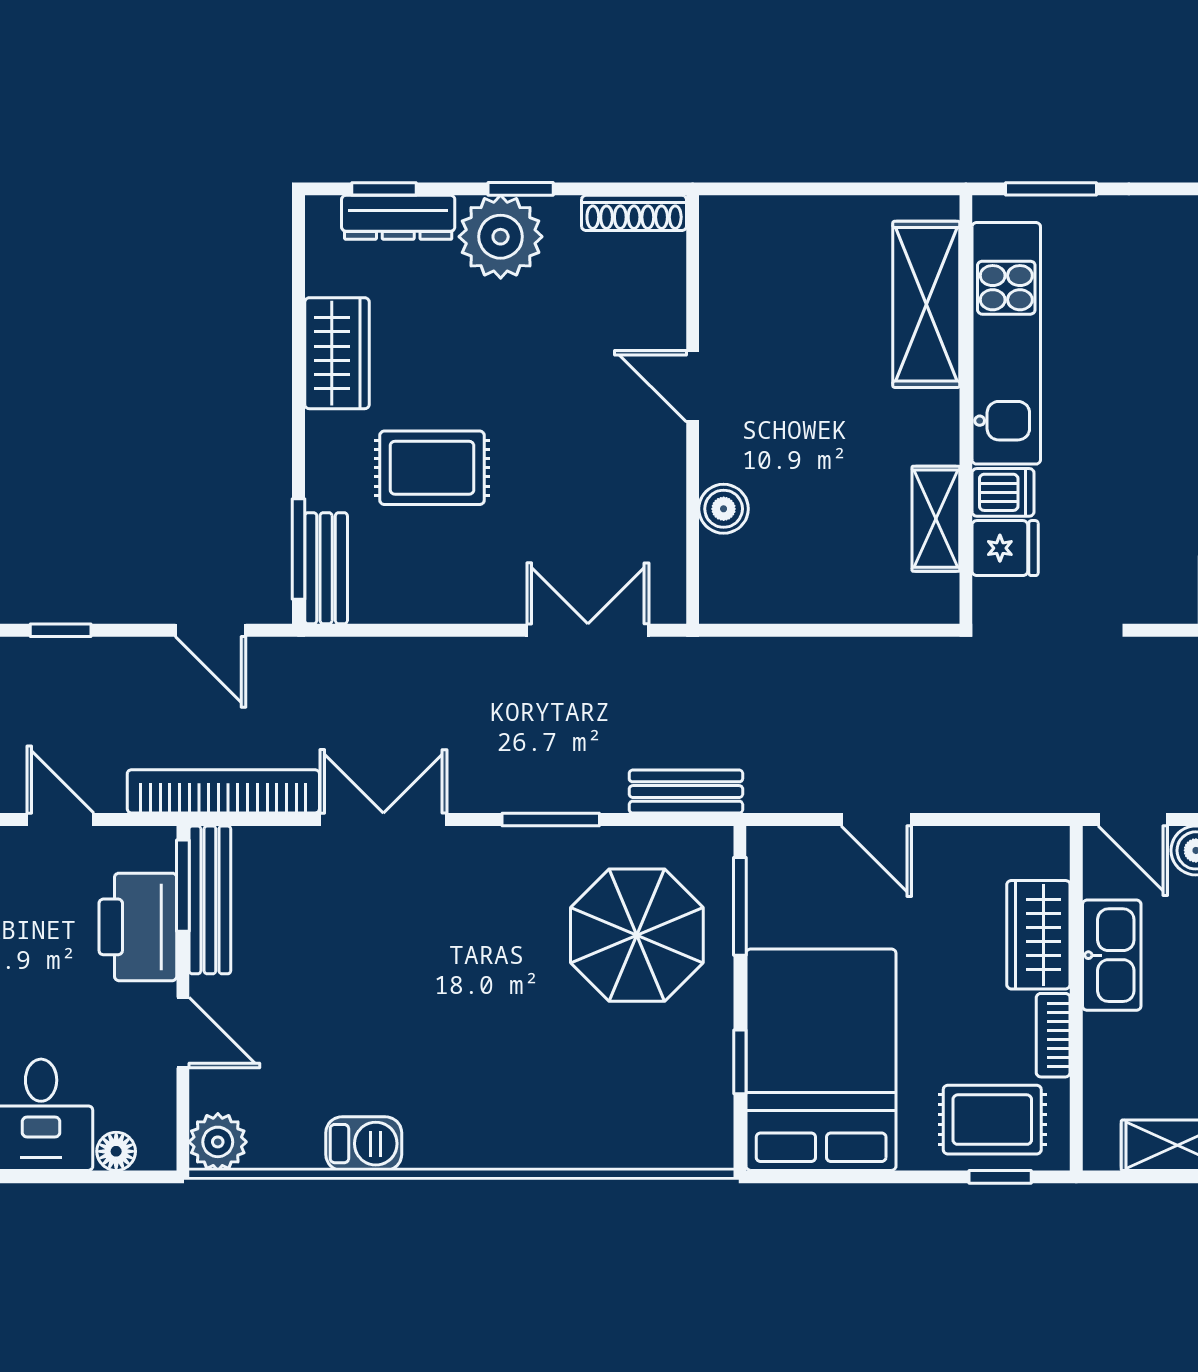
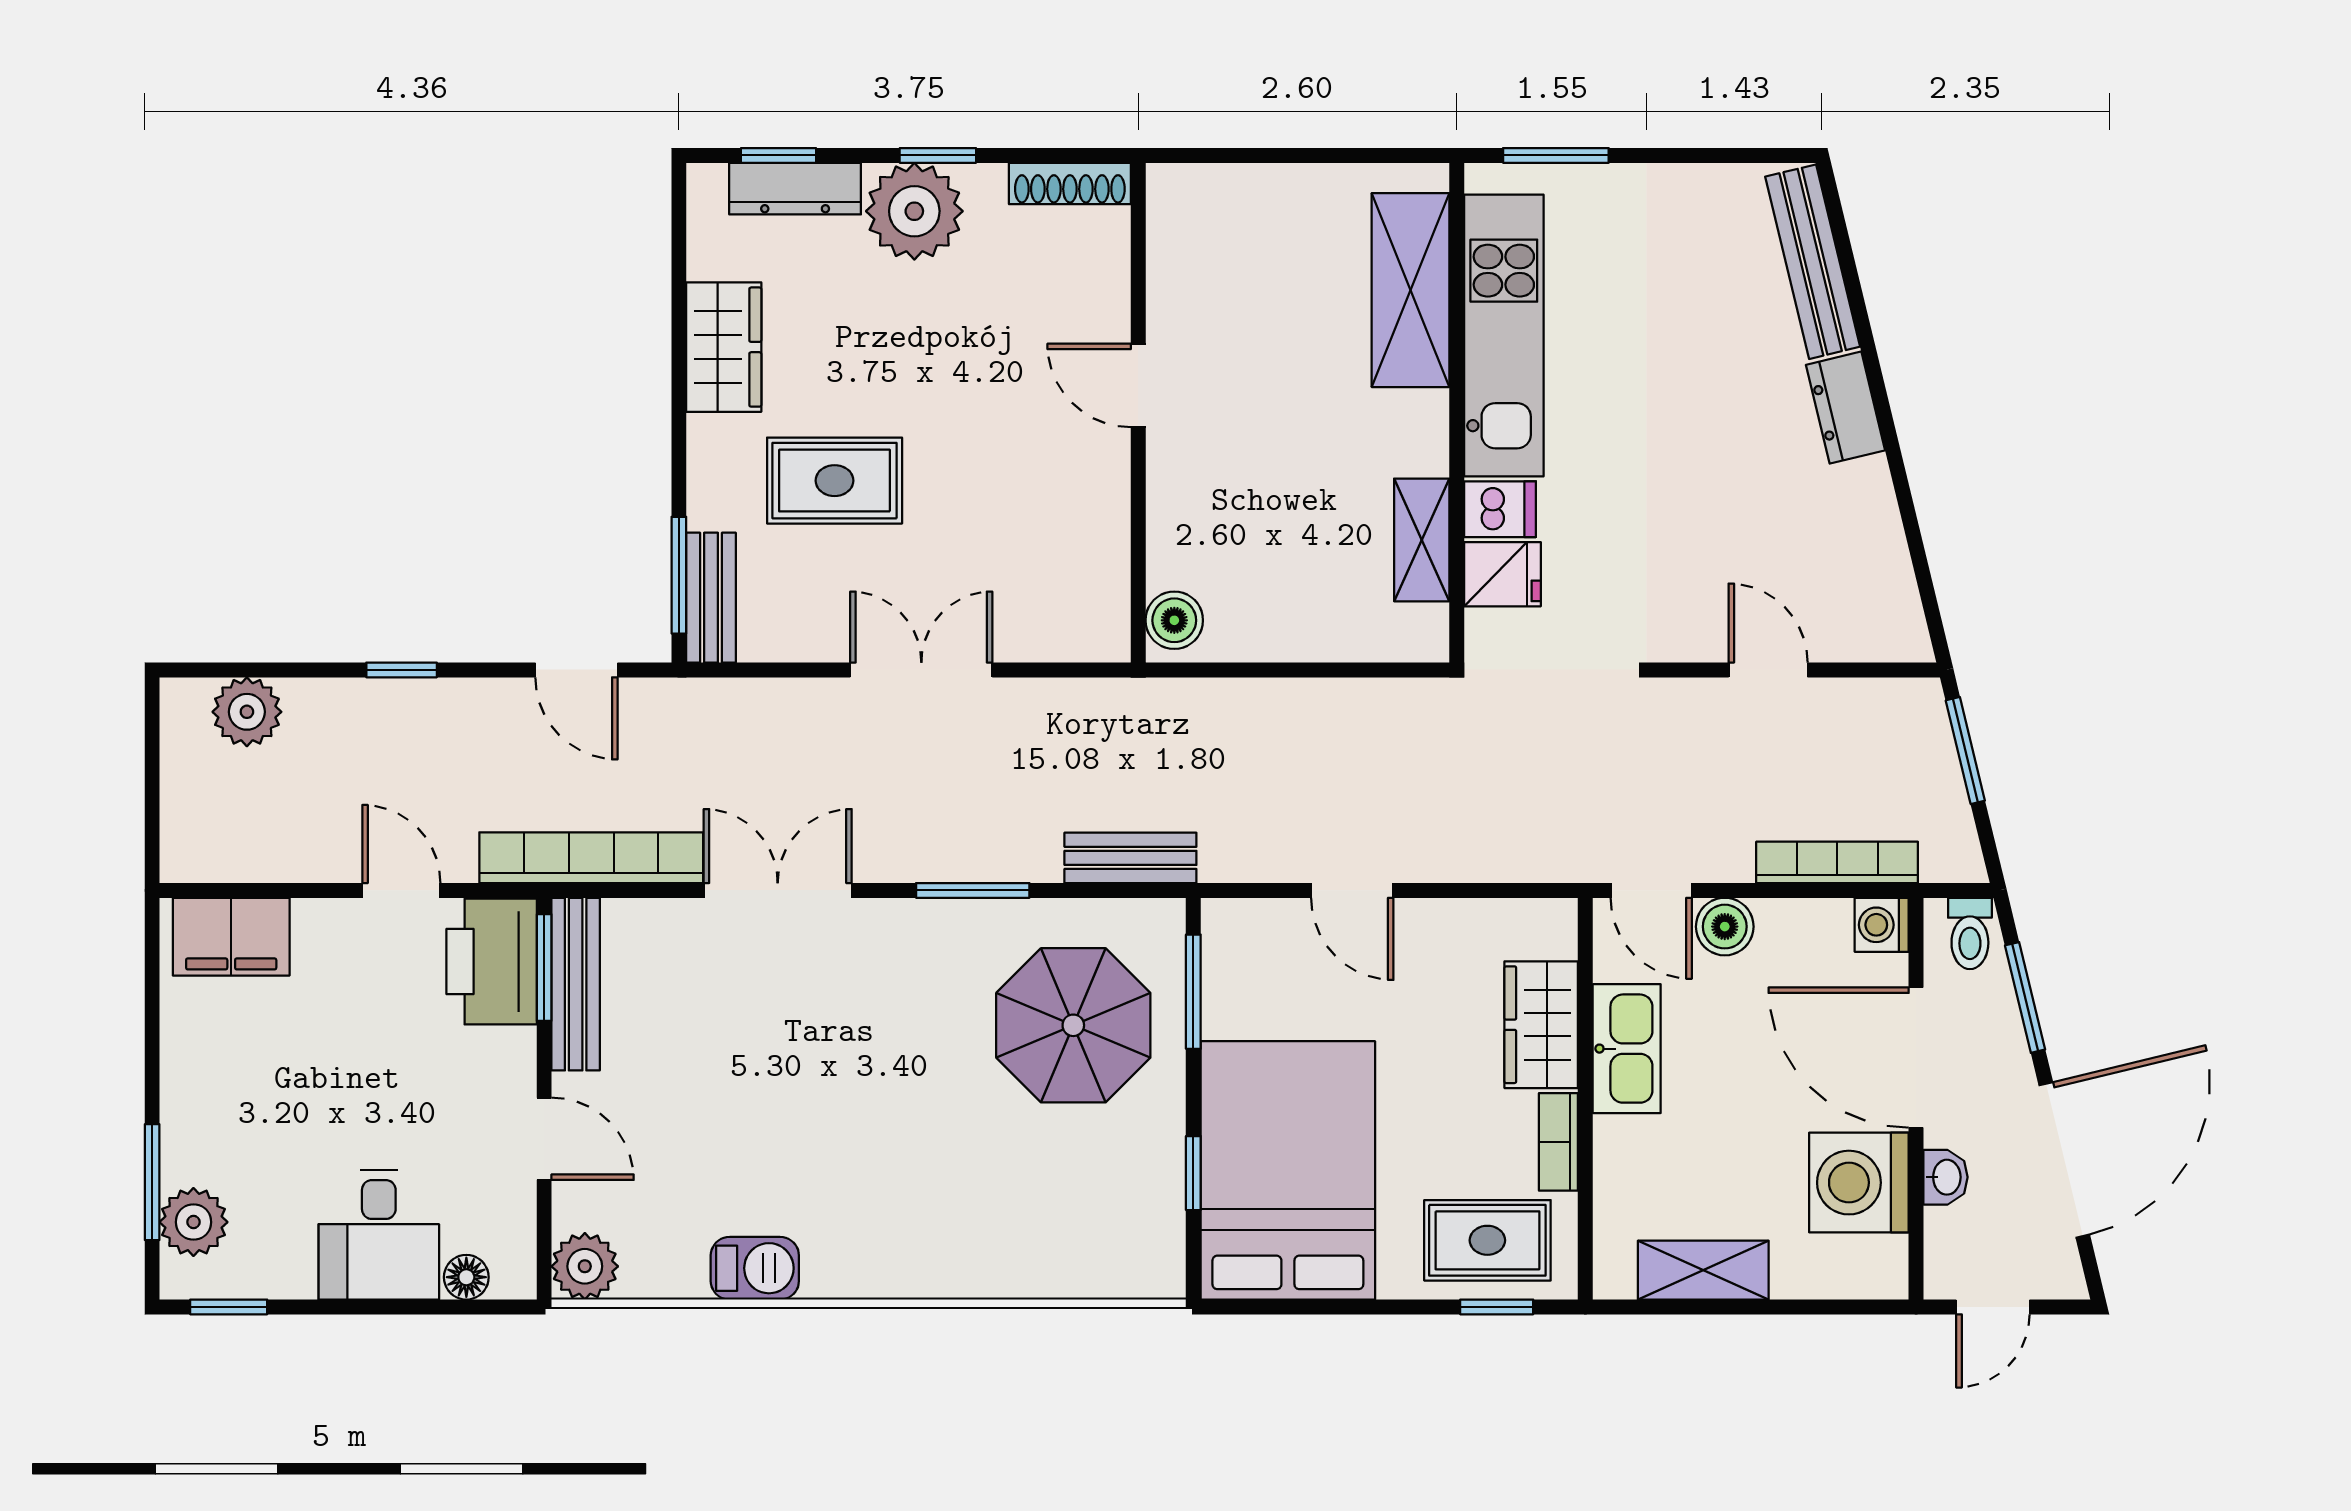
boiler: (724, 509) -> (1174, 620), moved
double door: (588, 630) -> (921, 670), moved
printer: (138, 927) -> (492, 962), moved

